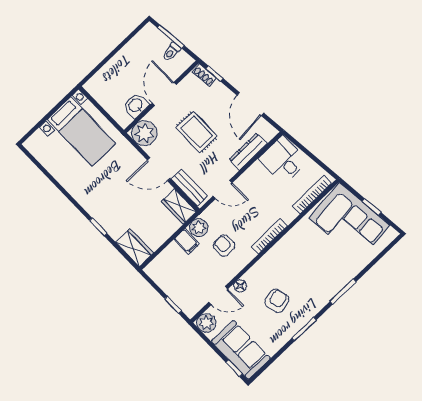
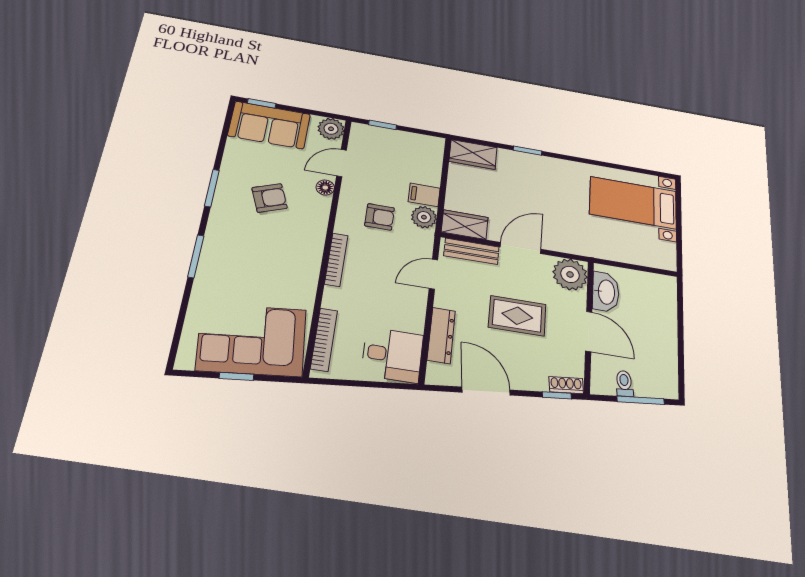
washbasin: (136, 105) -> (606, 292), width x1.38
bed with nightstands: (81, 131) -> (633, 203), moved
armchair: (277, 301) -> (270, 198), turned -97

